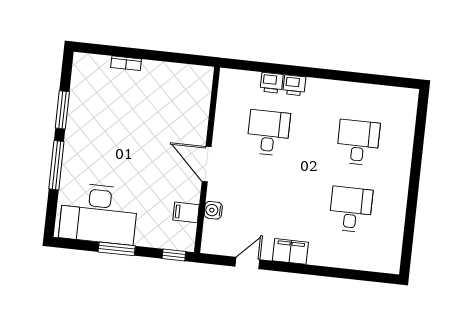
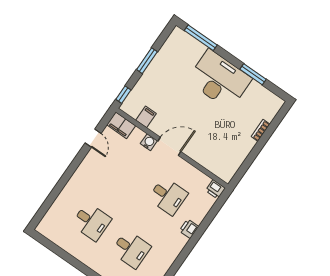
printer: (272, 83) -> (215, 189), moved, turned -90
window: (56, 165) -> (201, 38), moved
water cooler: (213, 210) -> (149, 142), moved
desk: (99, 214) -> (219, 80), moved, turned 90
filing cabinet: (290, 251) -> (121, 125), moved, turned 90

